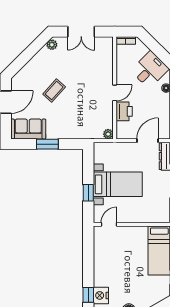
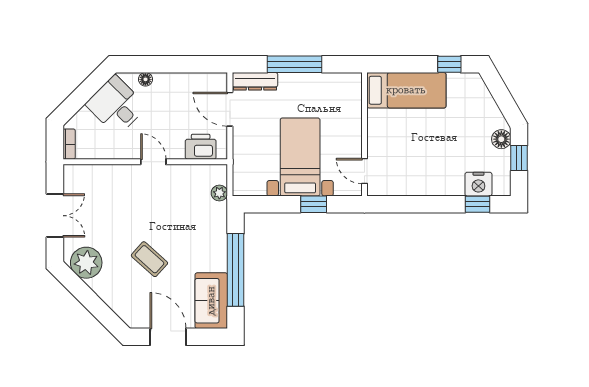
plant: (52, 45) -> (86, 263), width x1.88, depth x1.88
printer: (124, 111) -> (201, 147), moved
plant: (108, 134) -> (219, 193), moved
window: (47, 144) -> (236, 270), width x2.11

